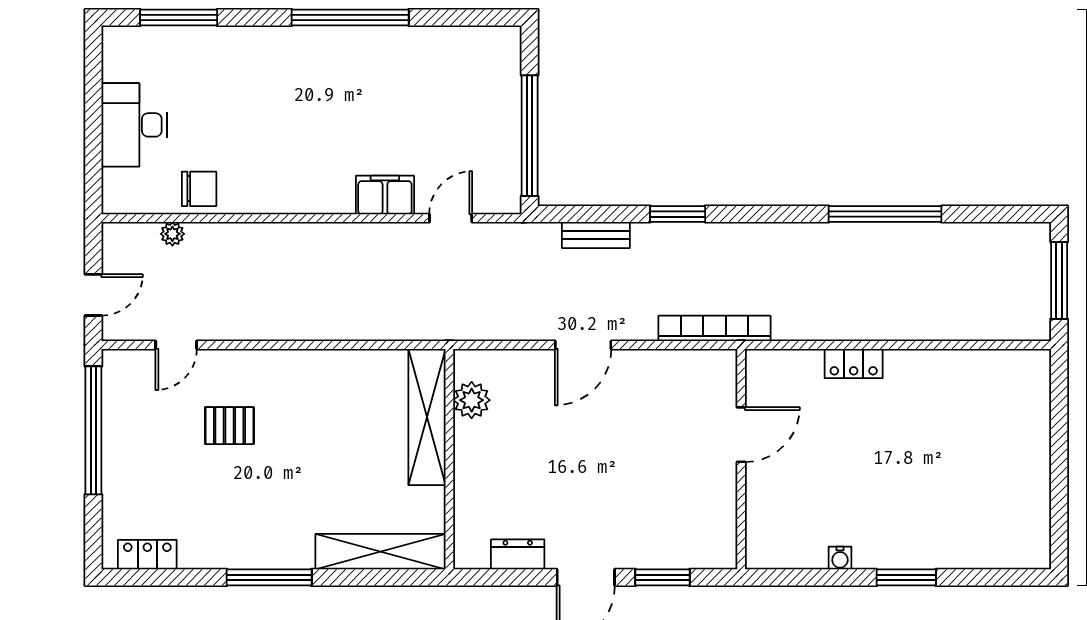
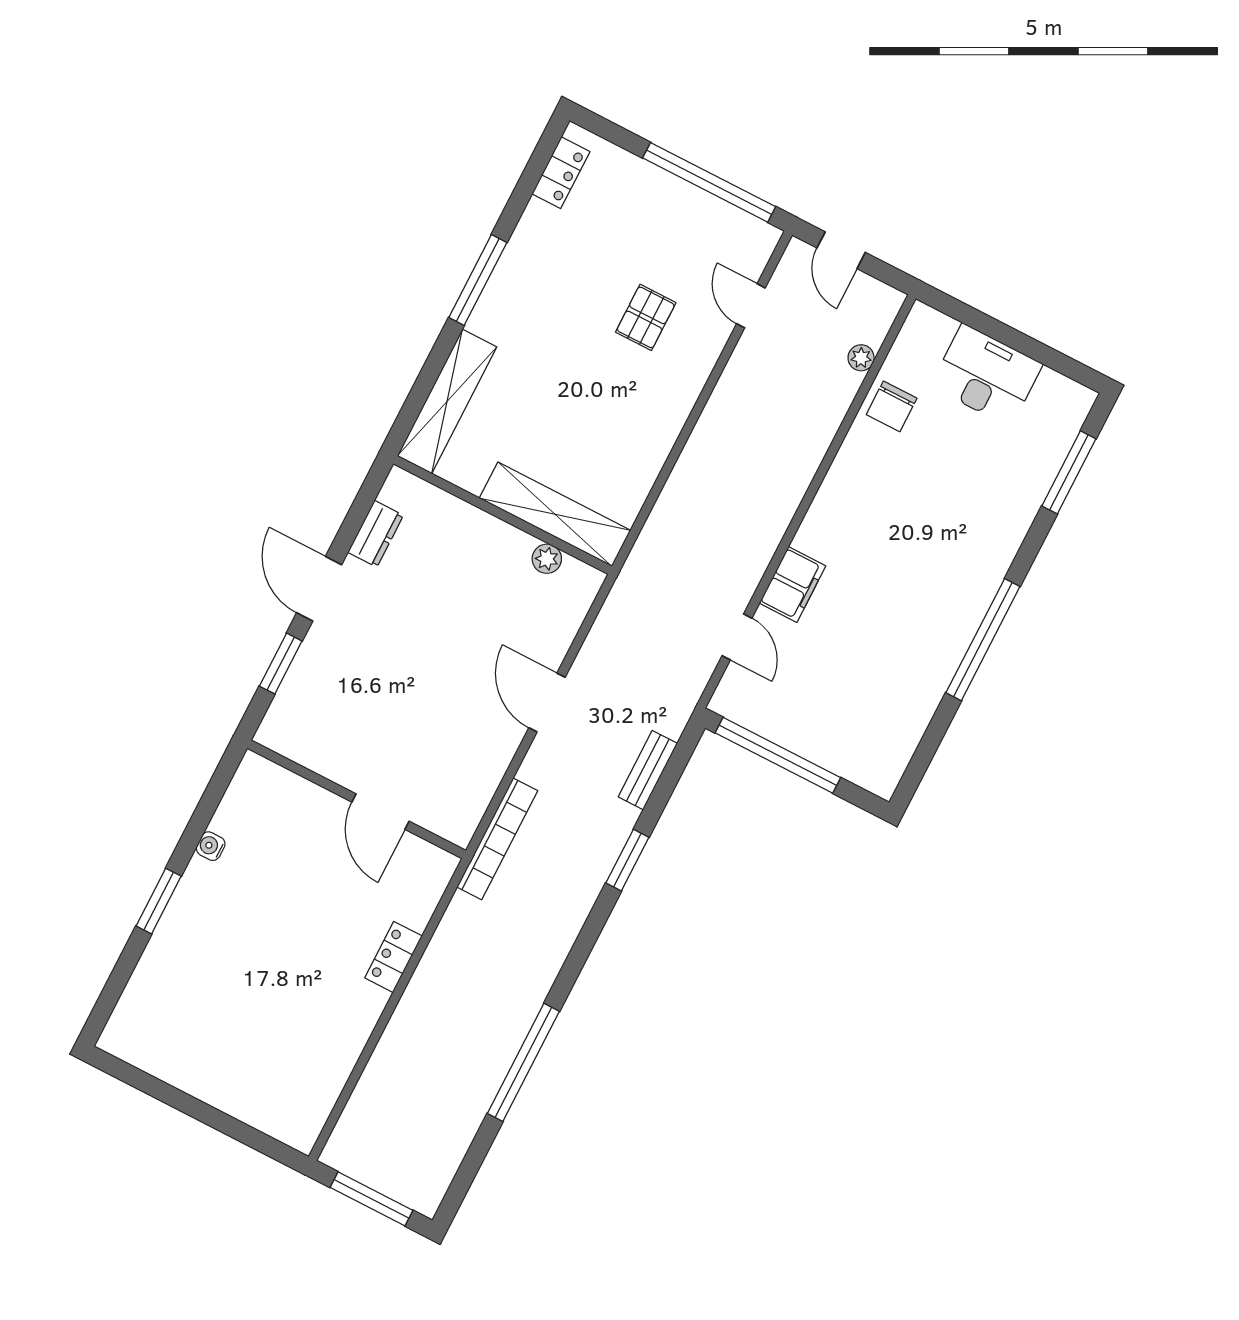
plant: (472, 400) -> (547, 559), width x0.73, depth x0.73

